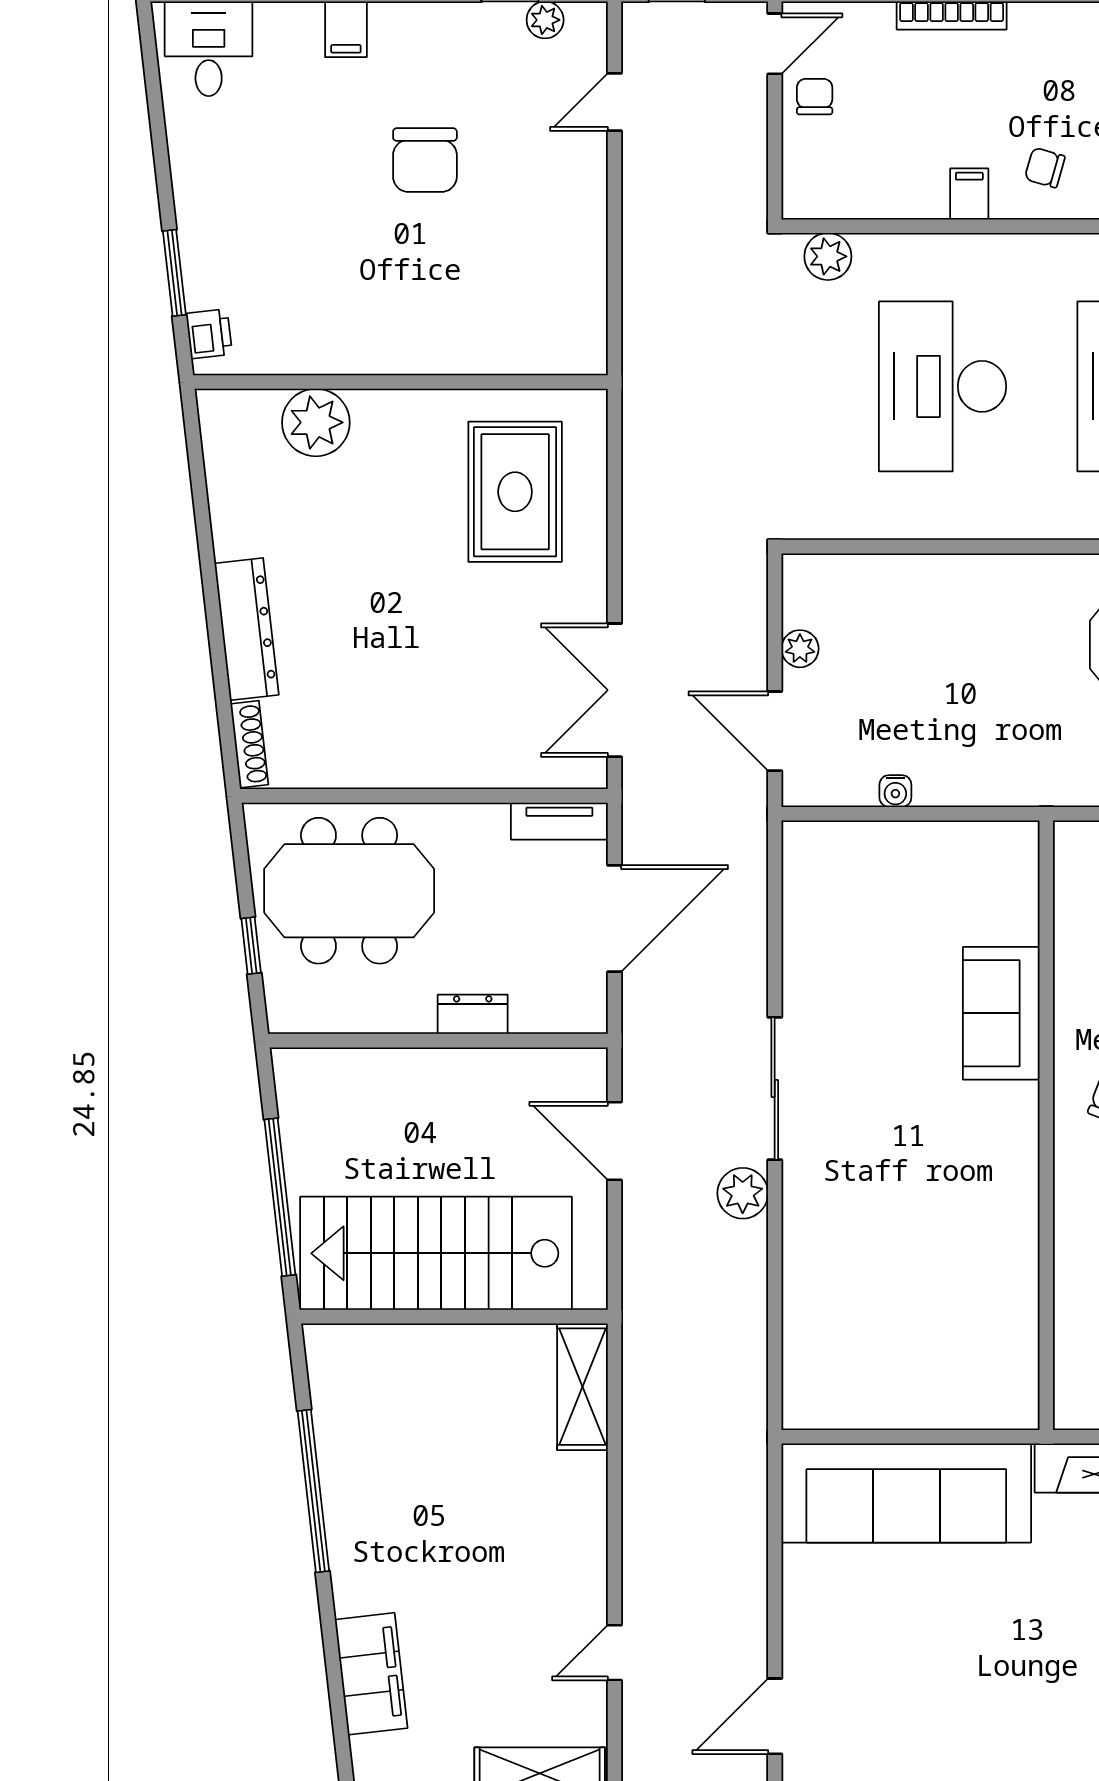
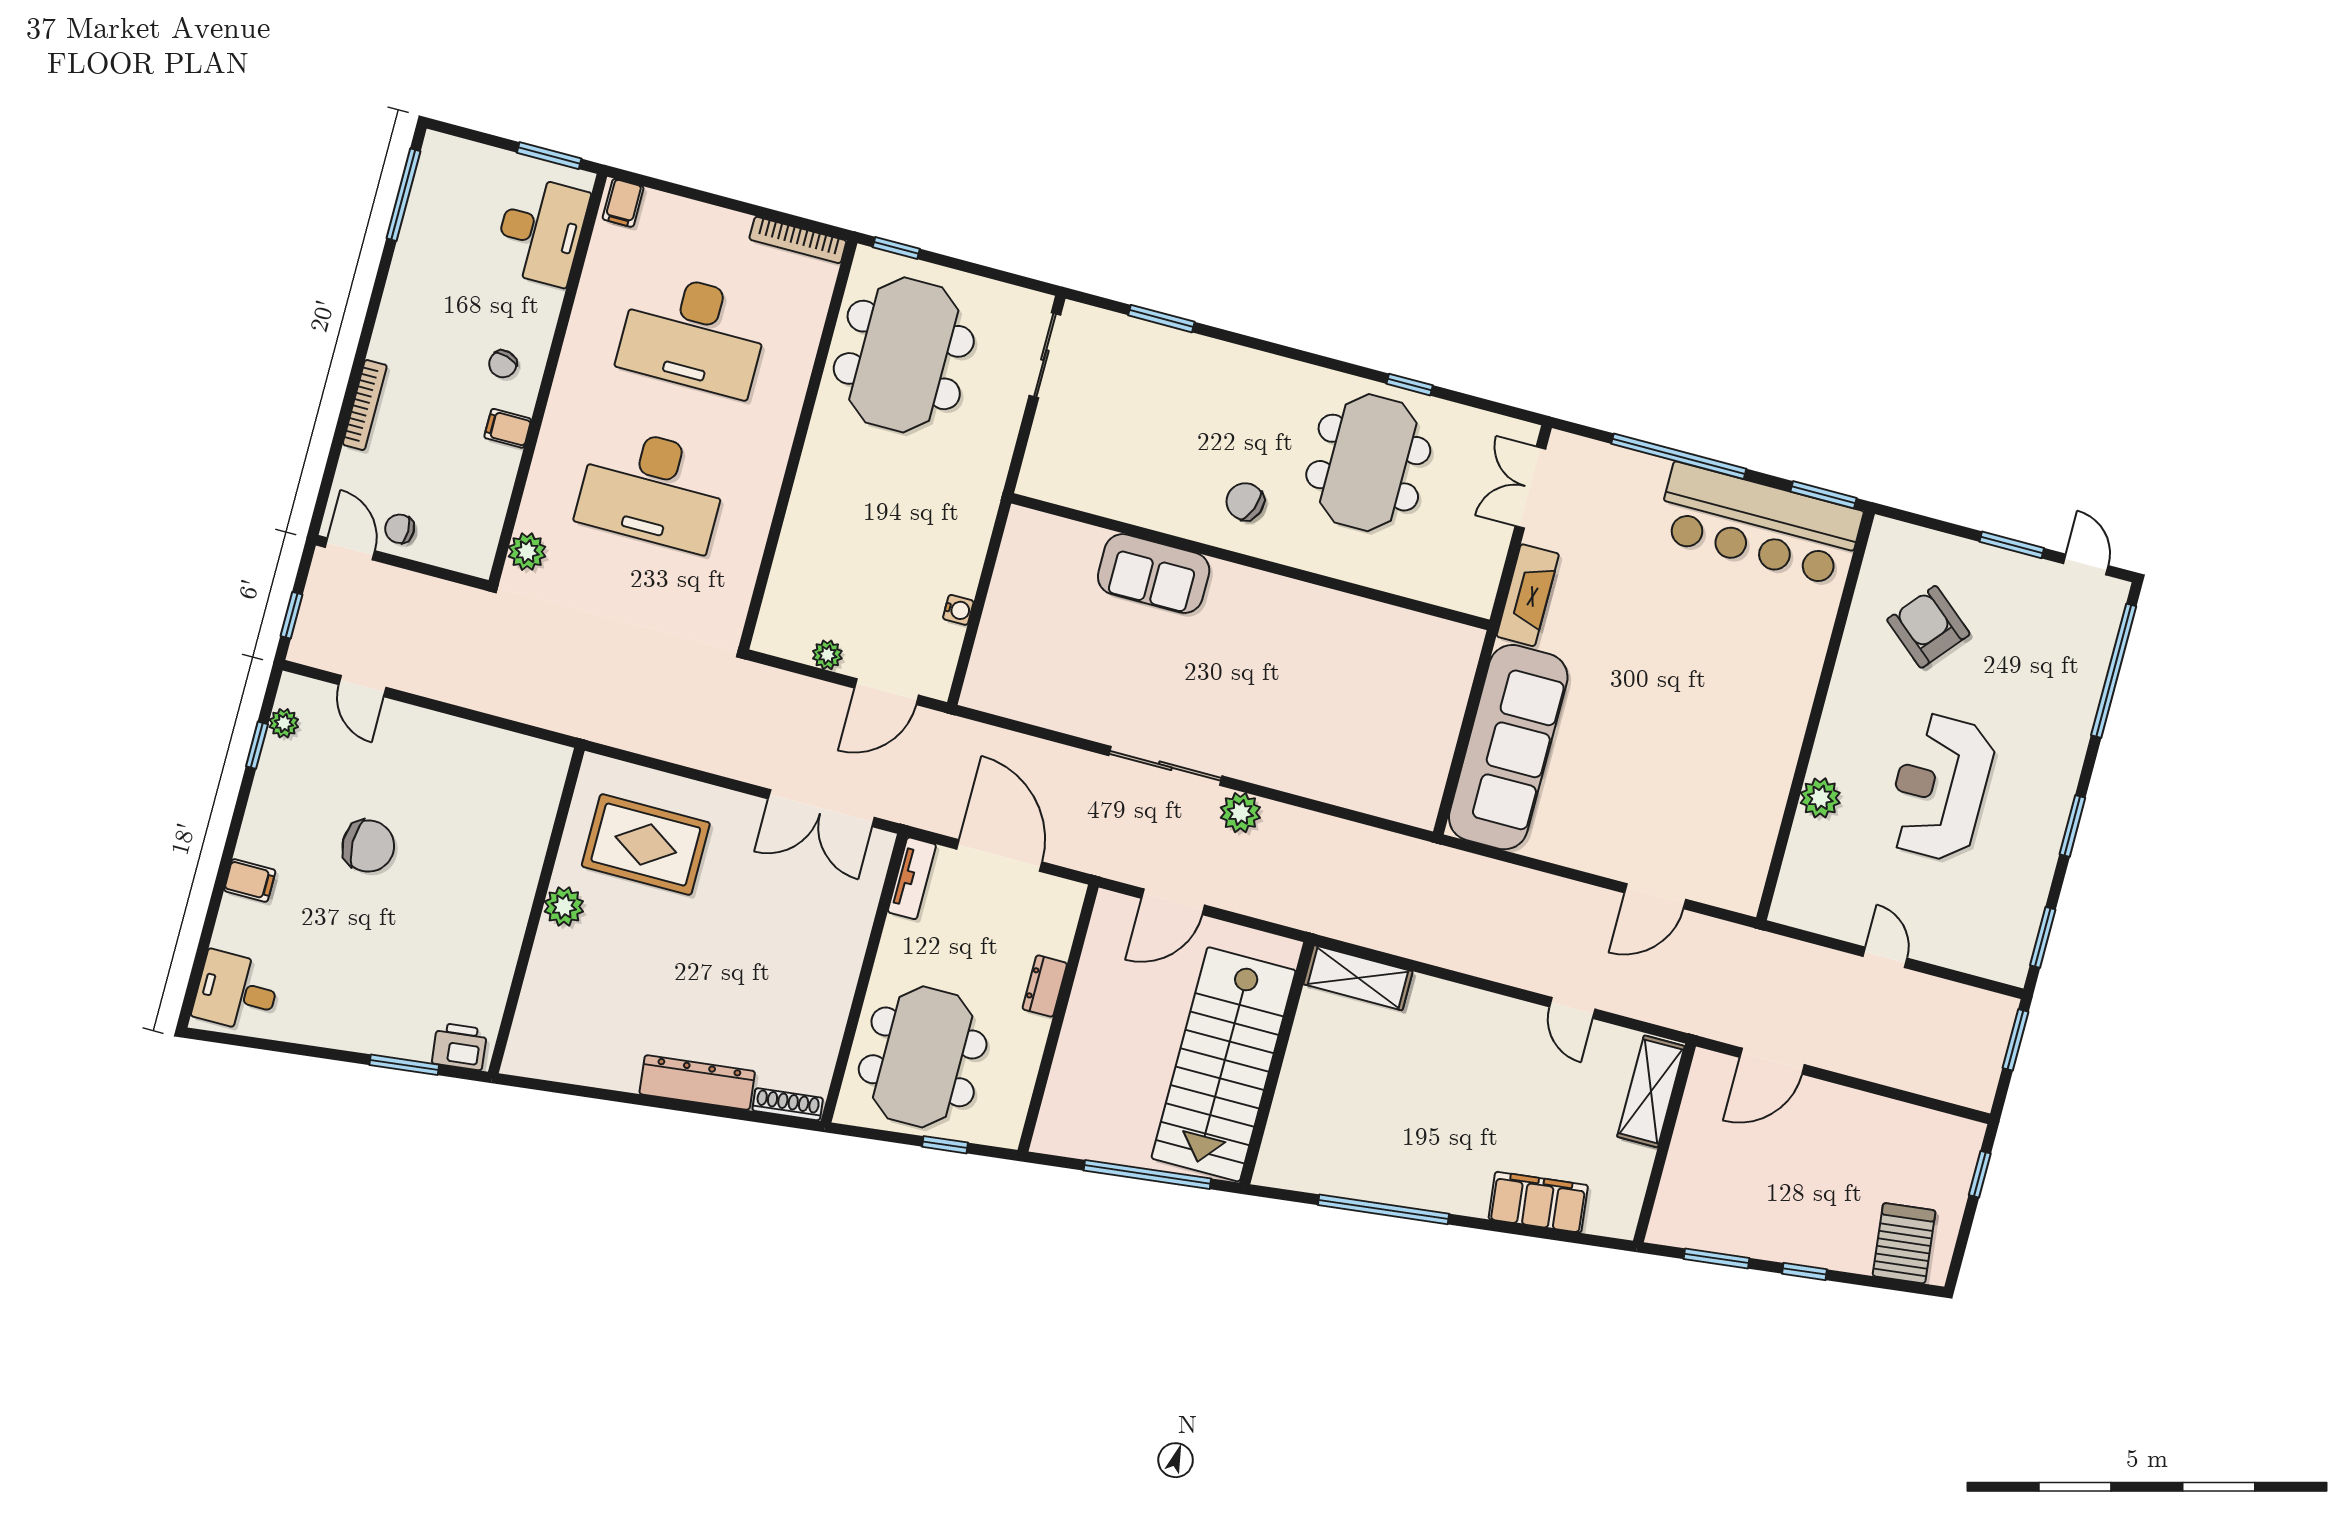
printer: (209, 334) -> (460, 1046), width x1.36, depth x1.24
plant: (316, 422) -> (564, 906), moved, width x0.73, depth x0.73
door: (775, 1716) -> (1655, 896), hinge flipped

